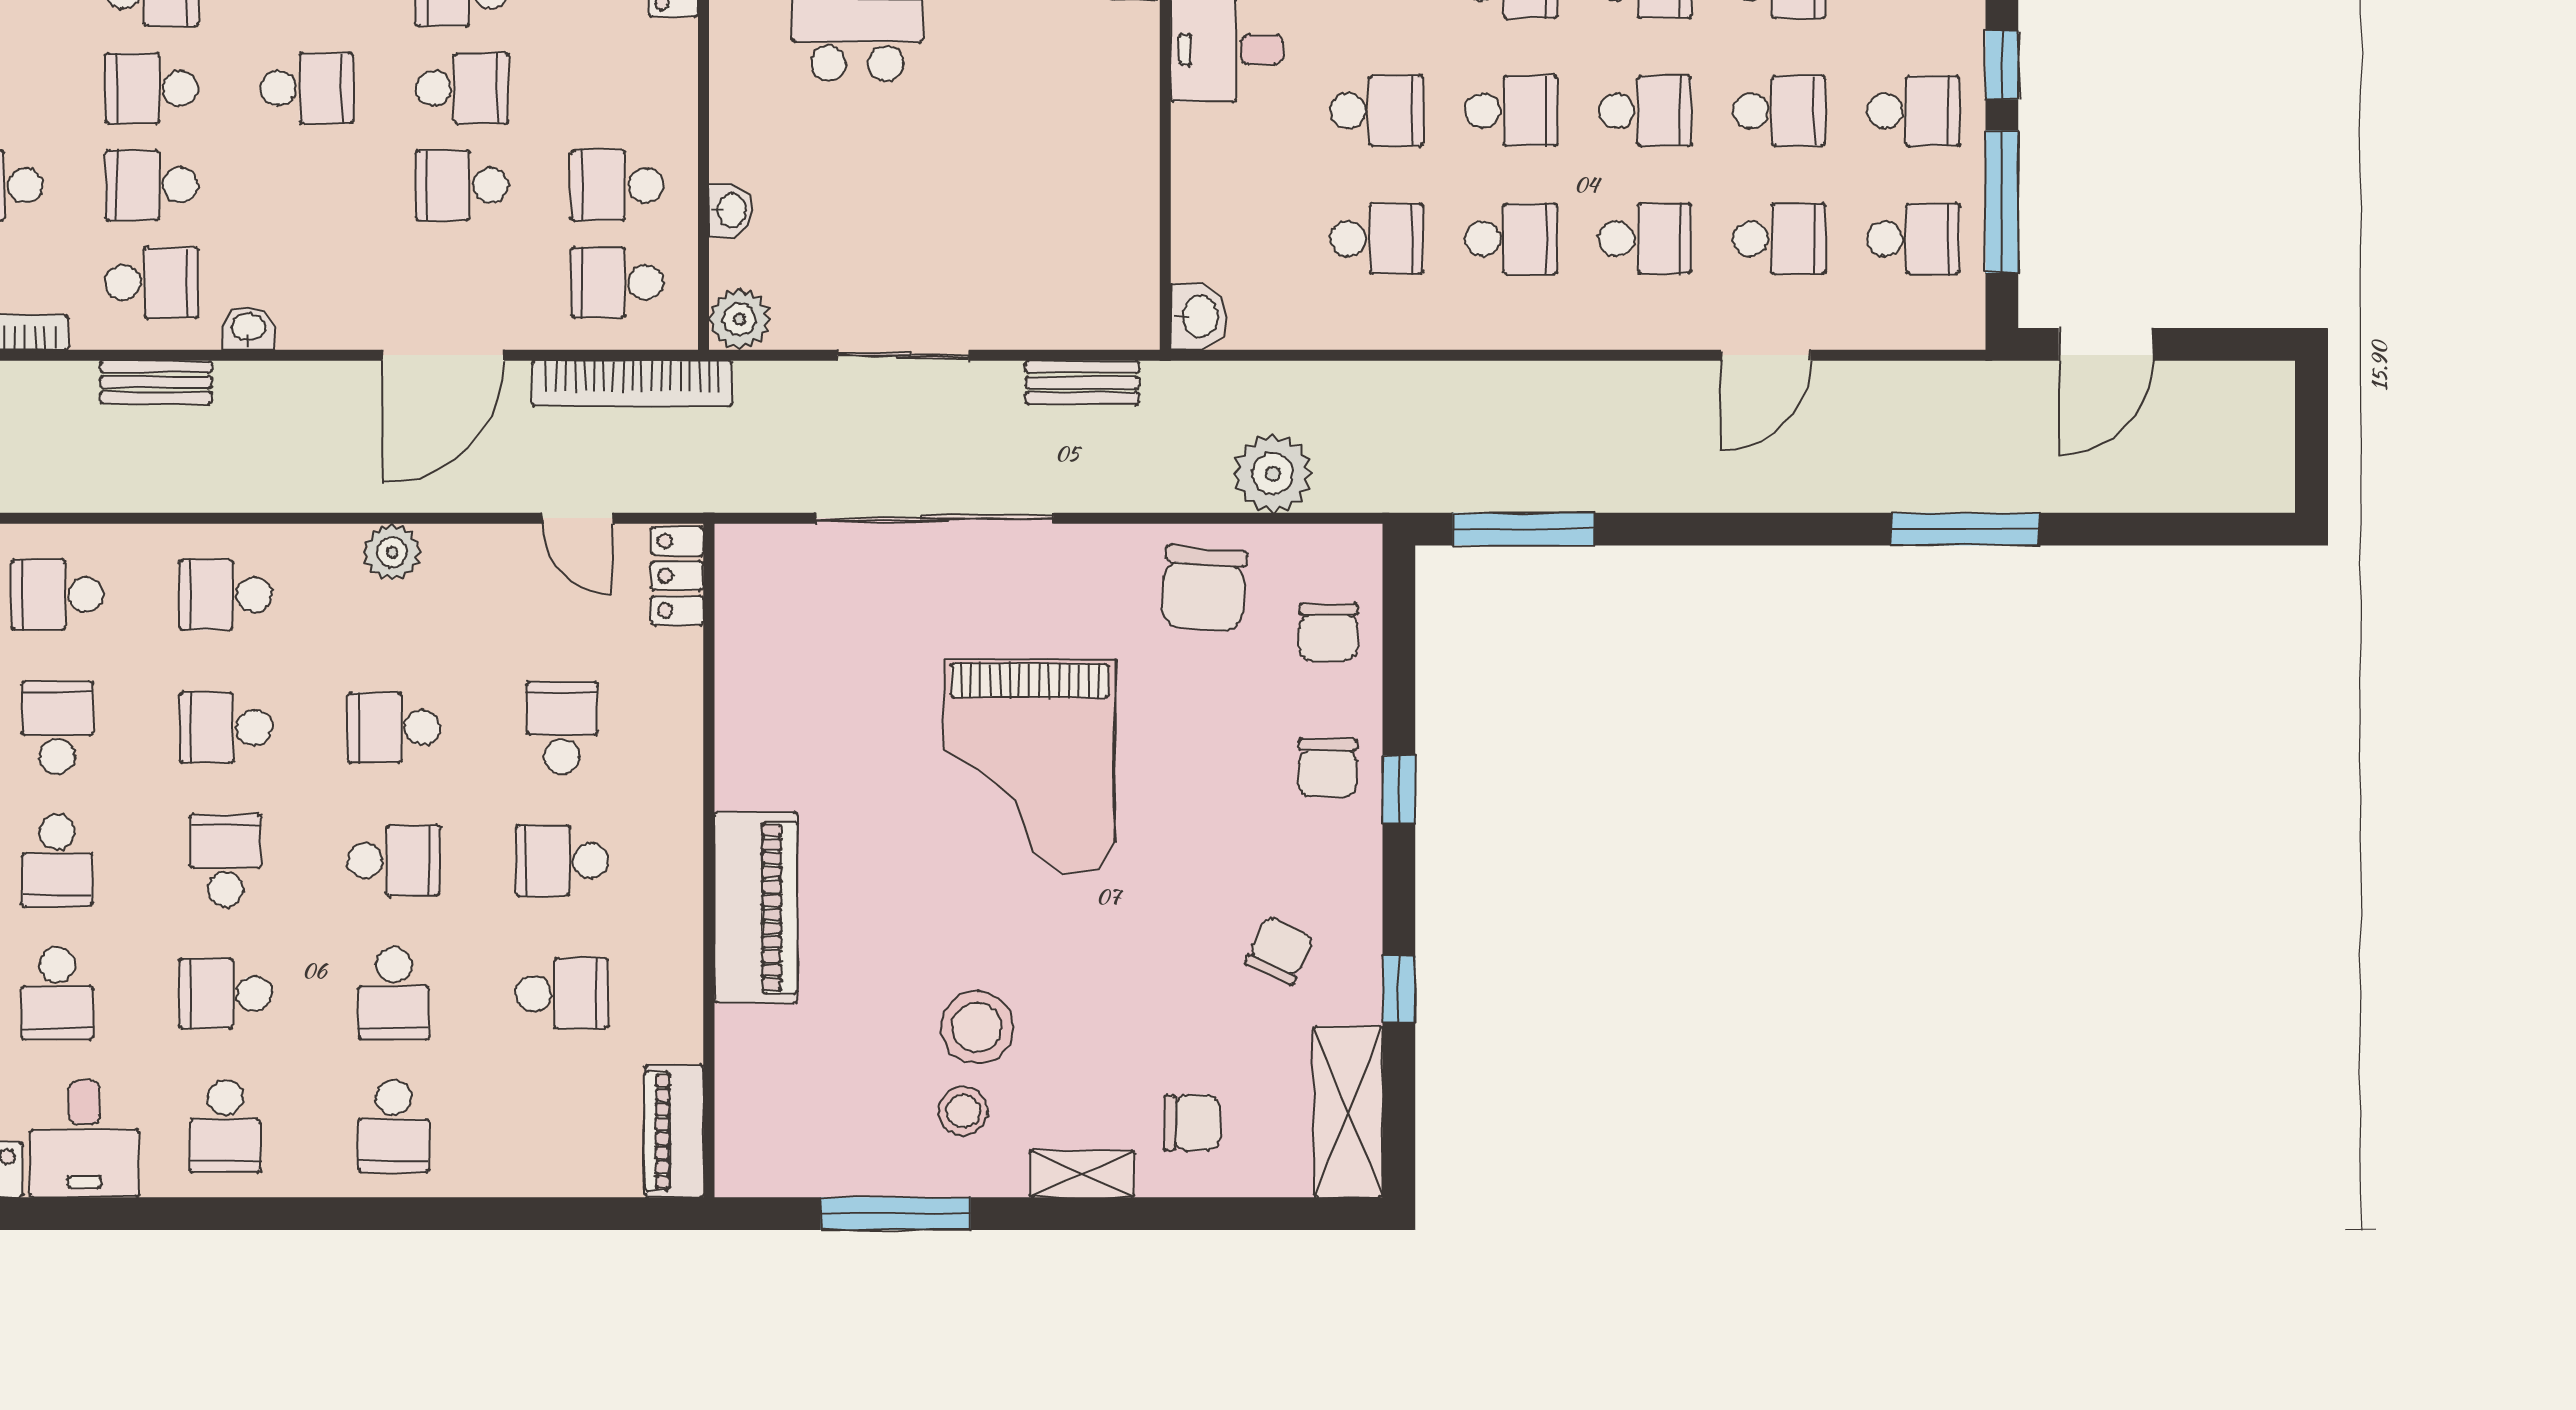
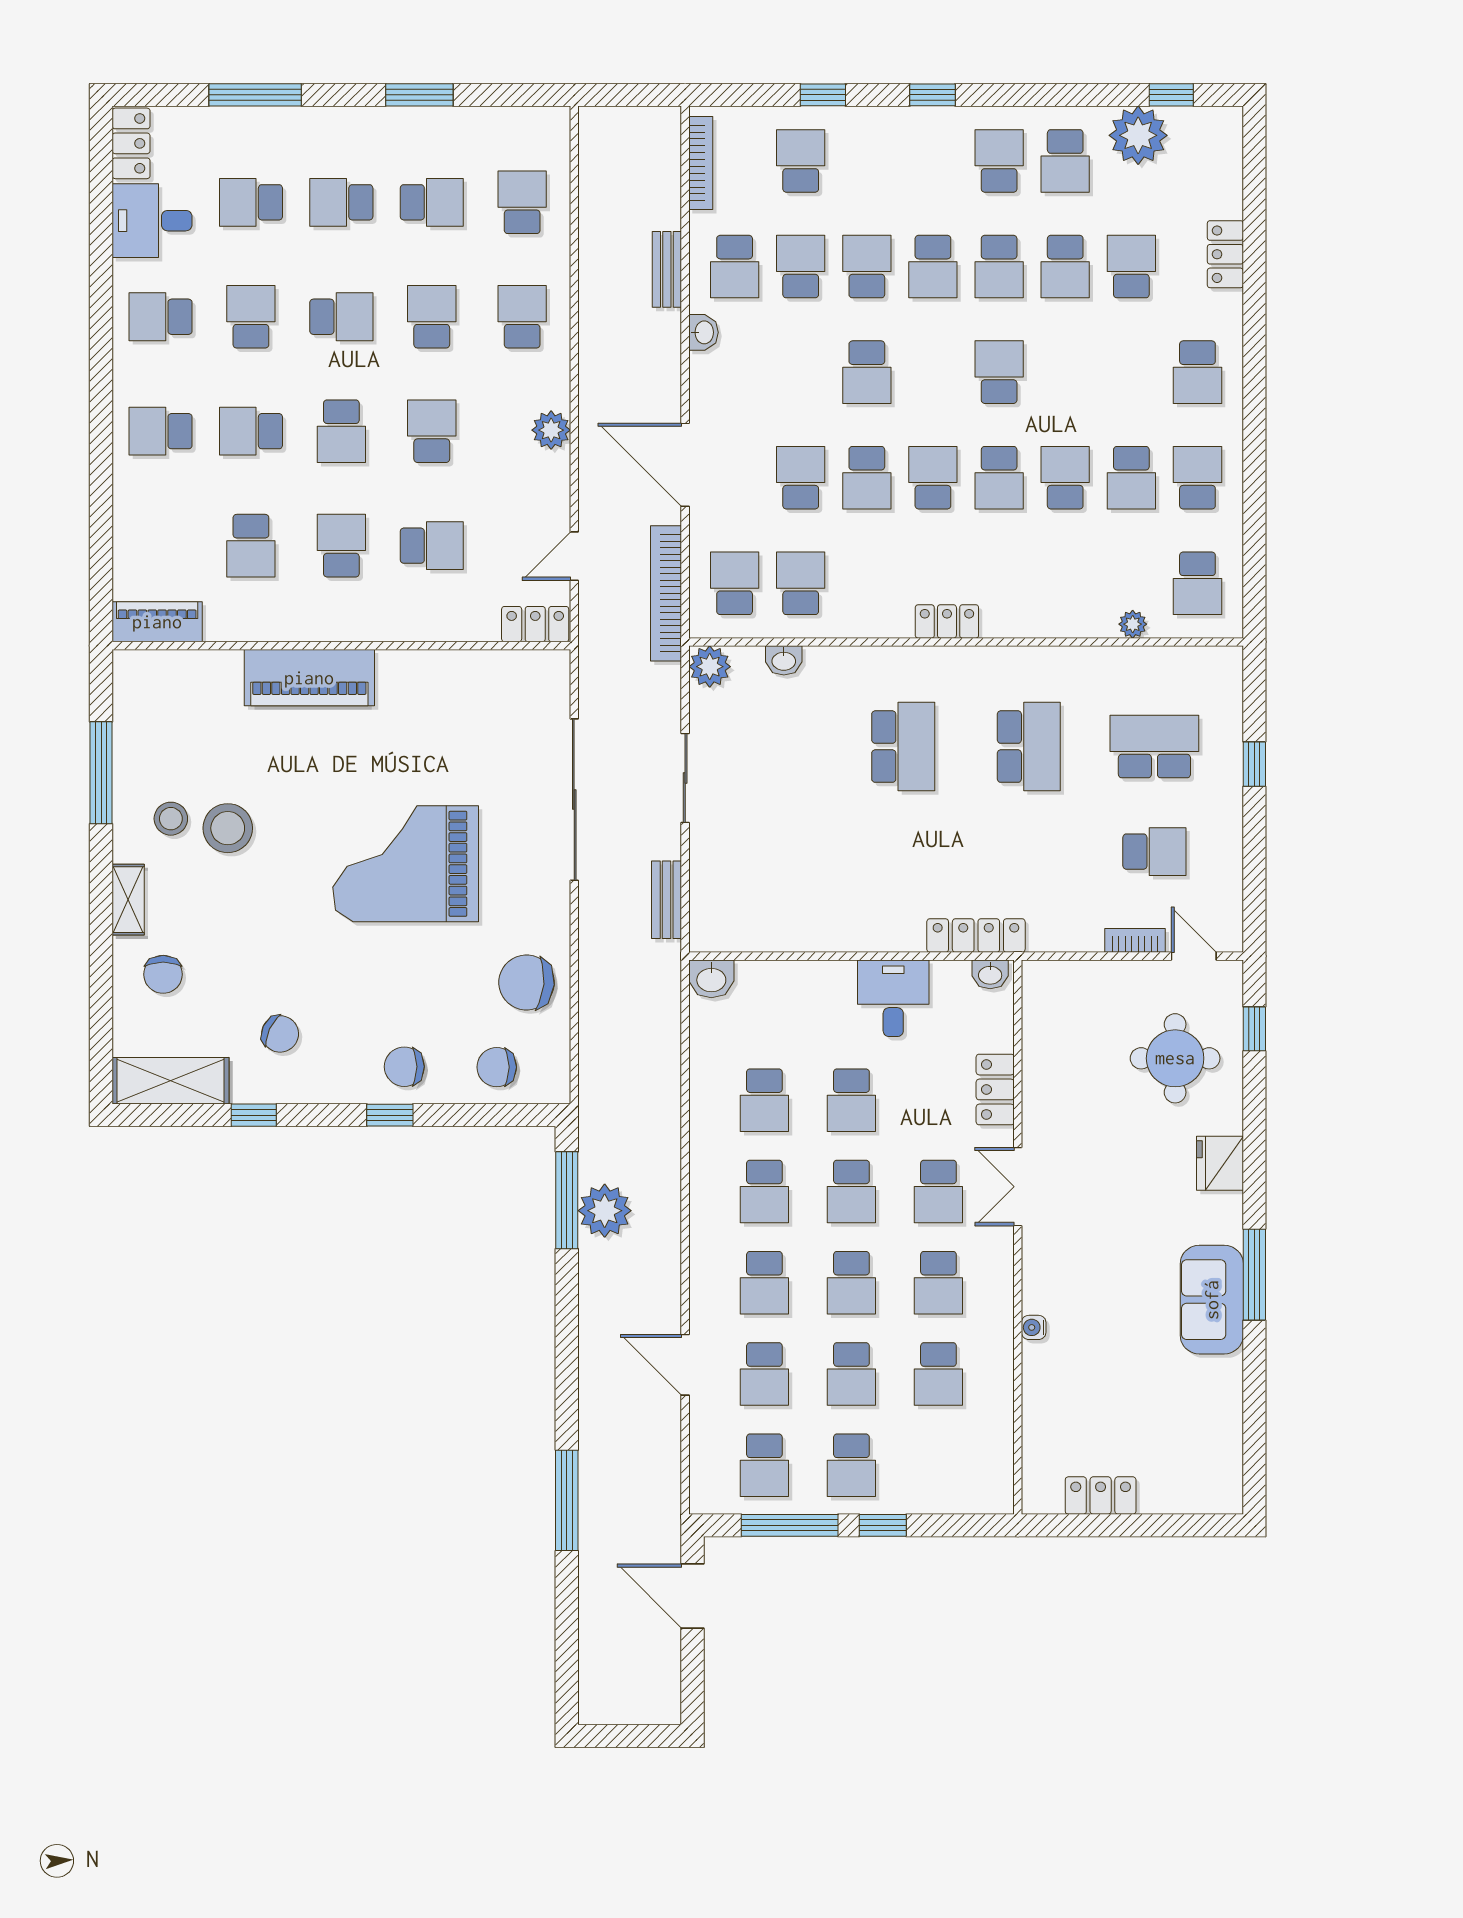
plant: (1273, 474) -> (605, 1211), moved

